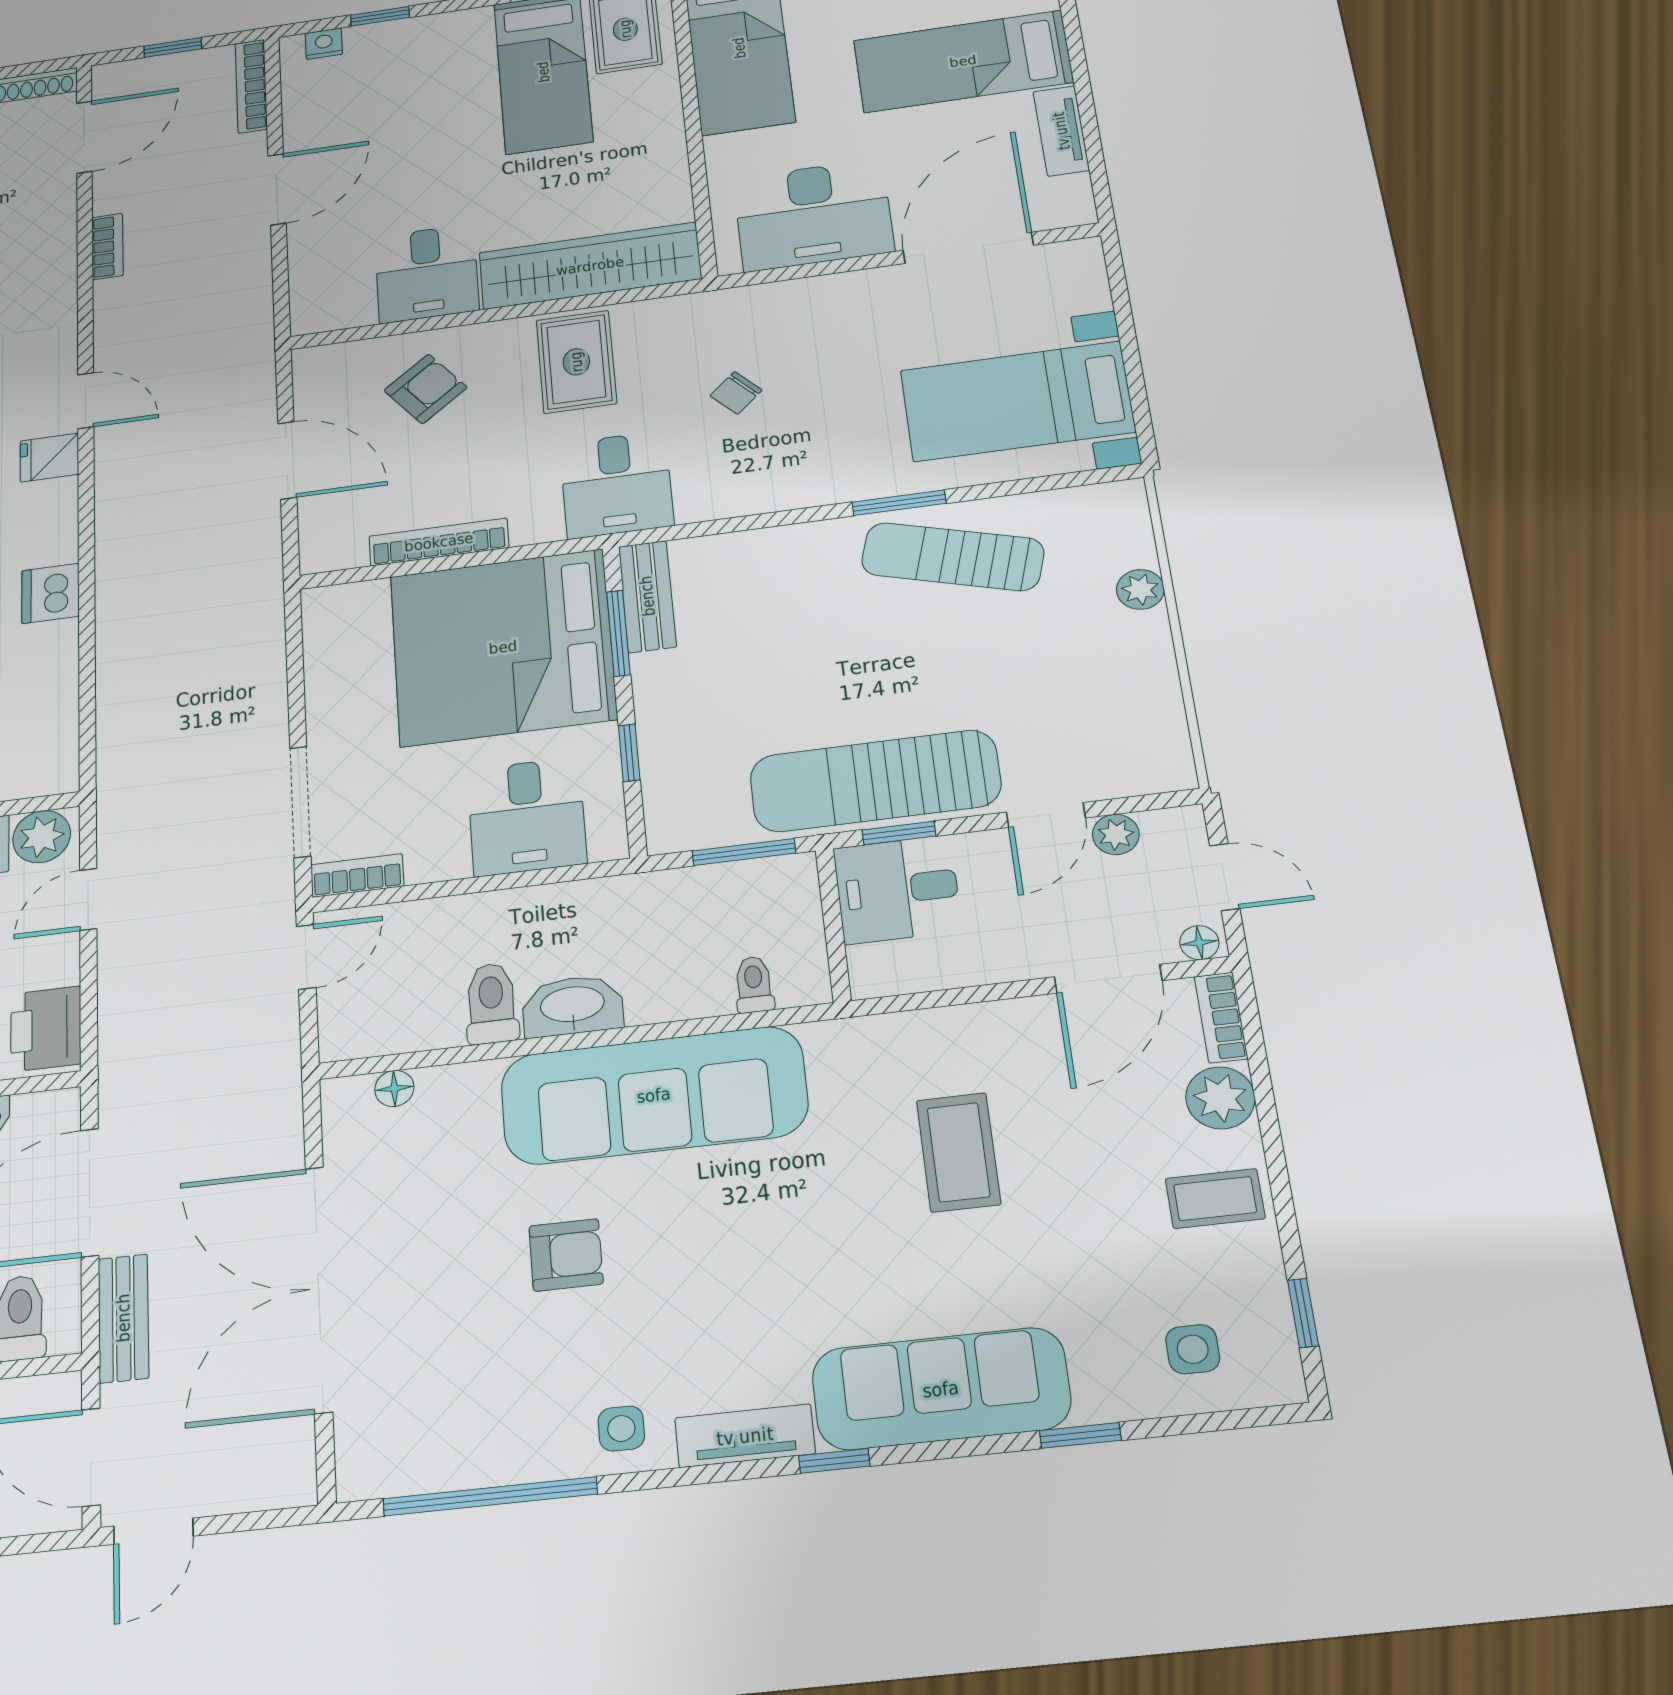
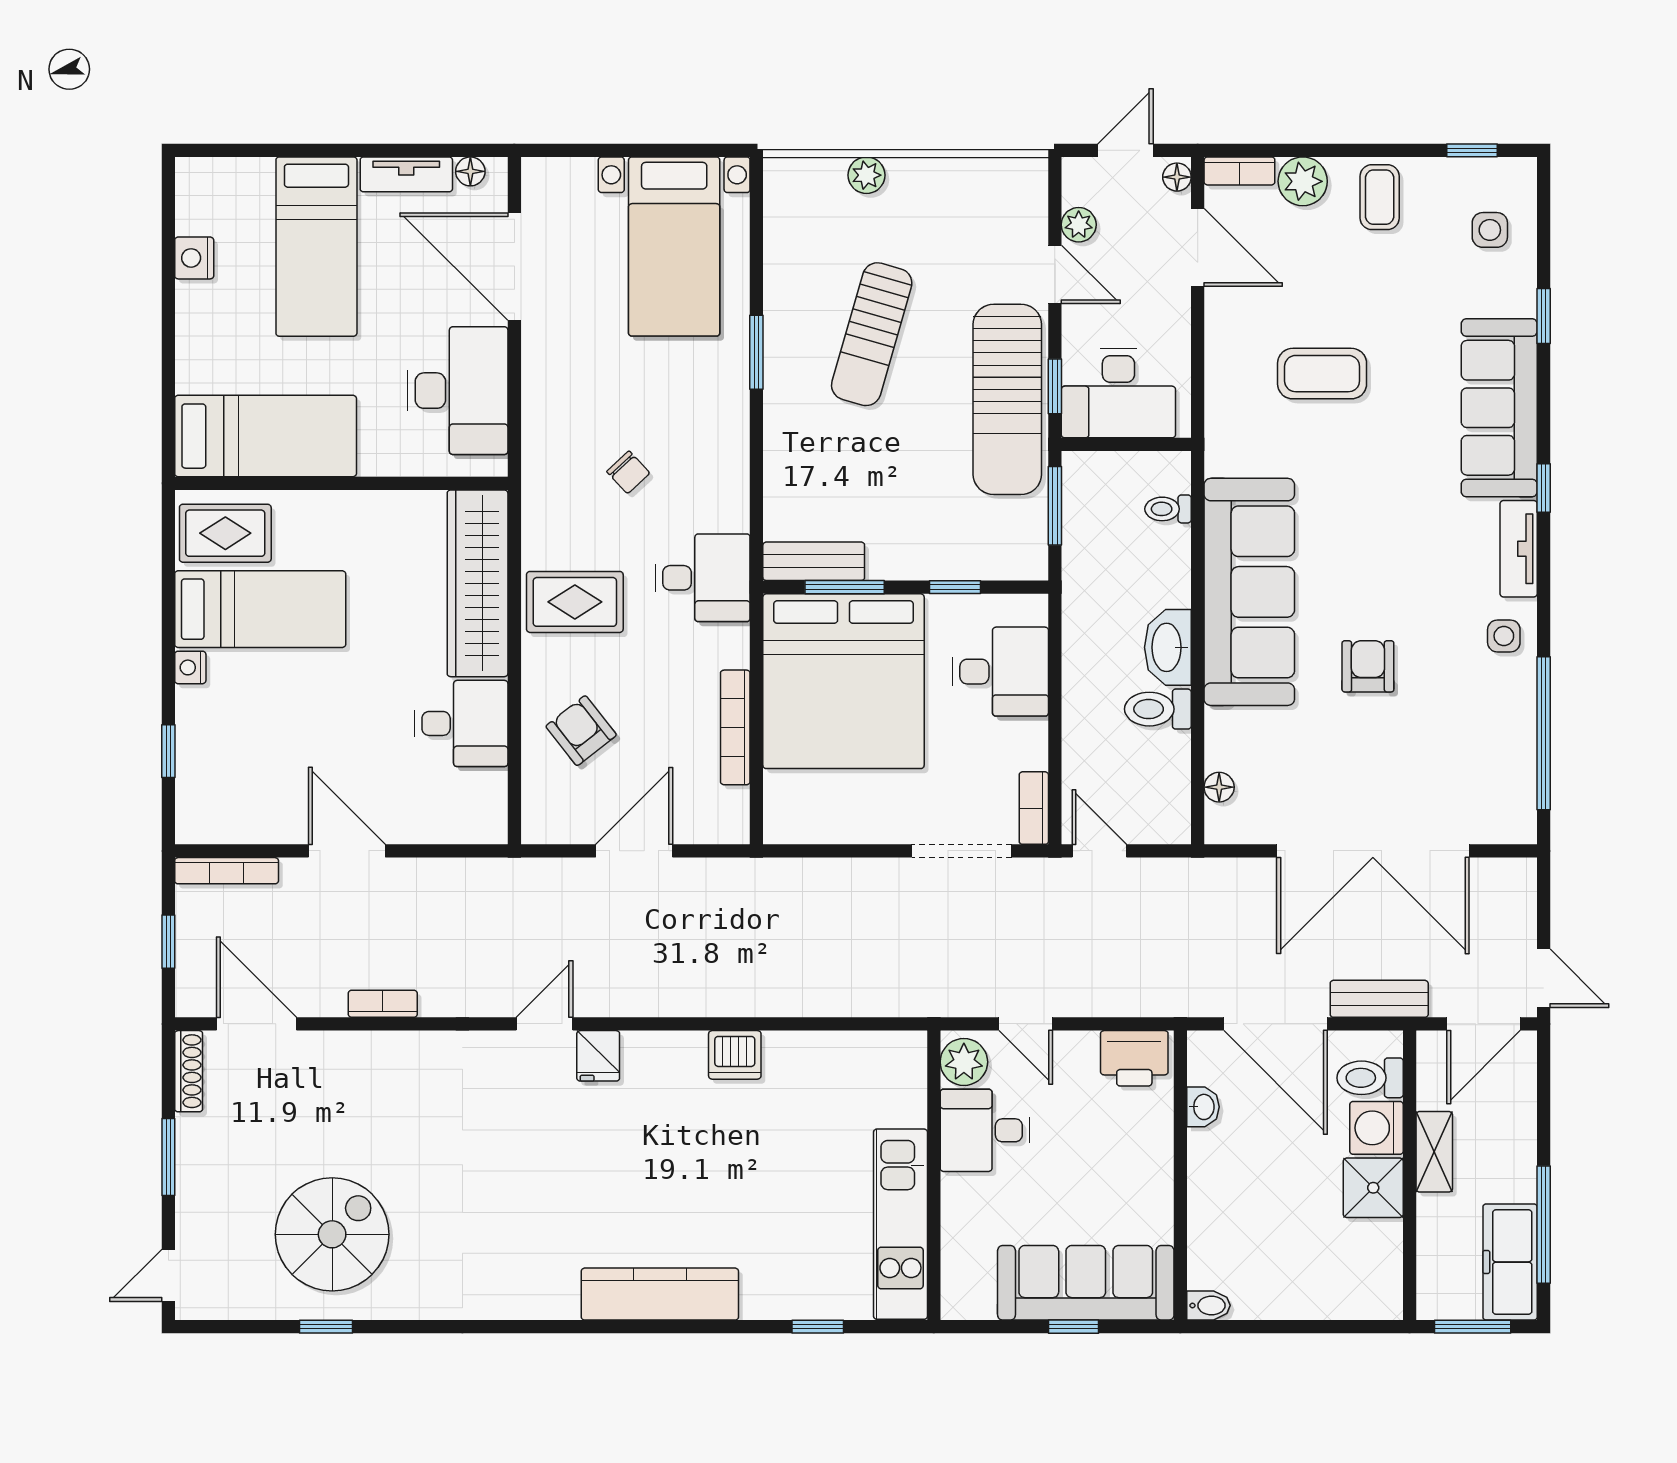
nightstand: (324, 44) -> (190, 667), moved
floor lamp: (1075, 190) -> (470, 171), added
sun lounger: (953, 557) -> (872, 334), moved
desk: (897, 890) -> (1118, 393), width x1.37

